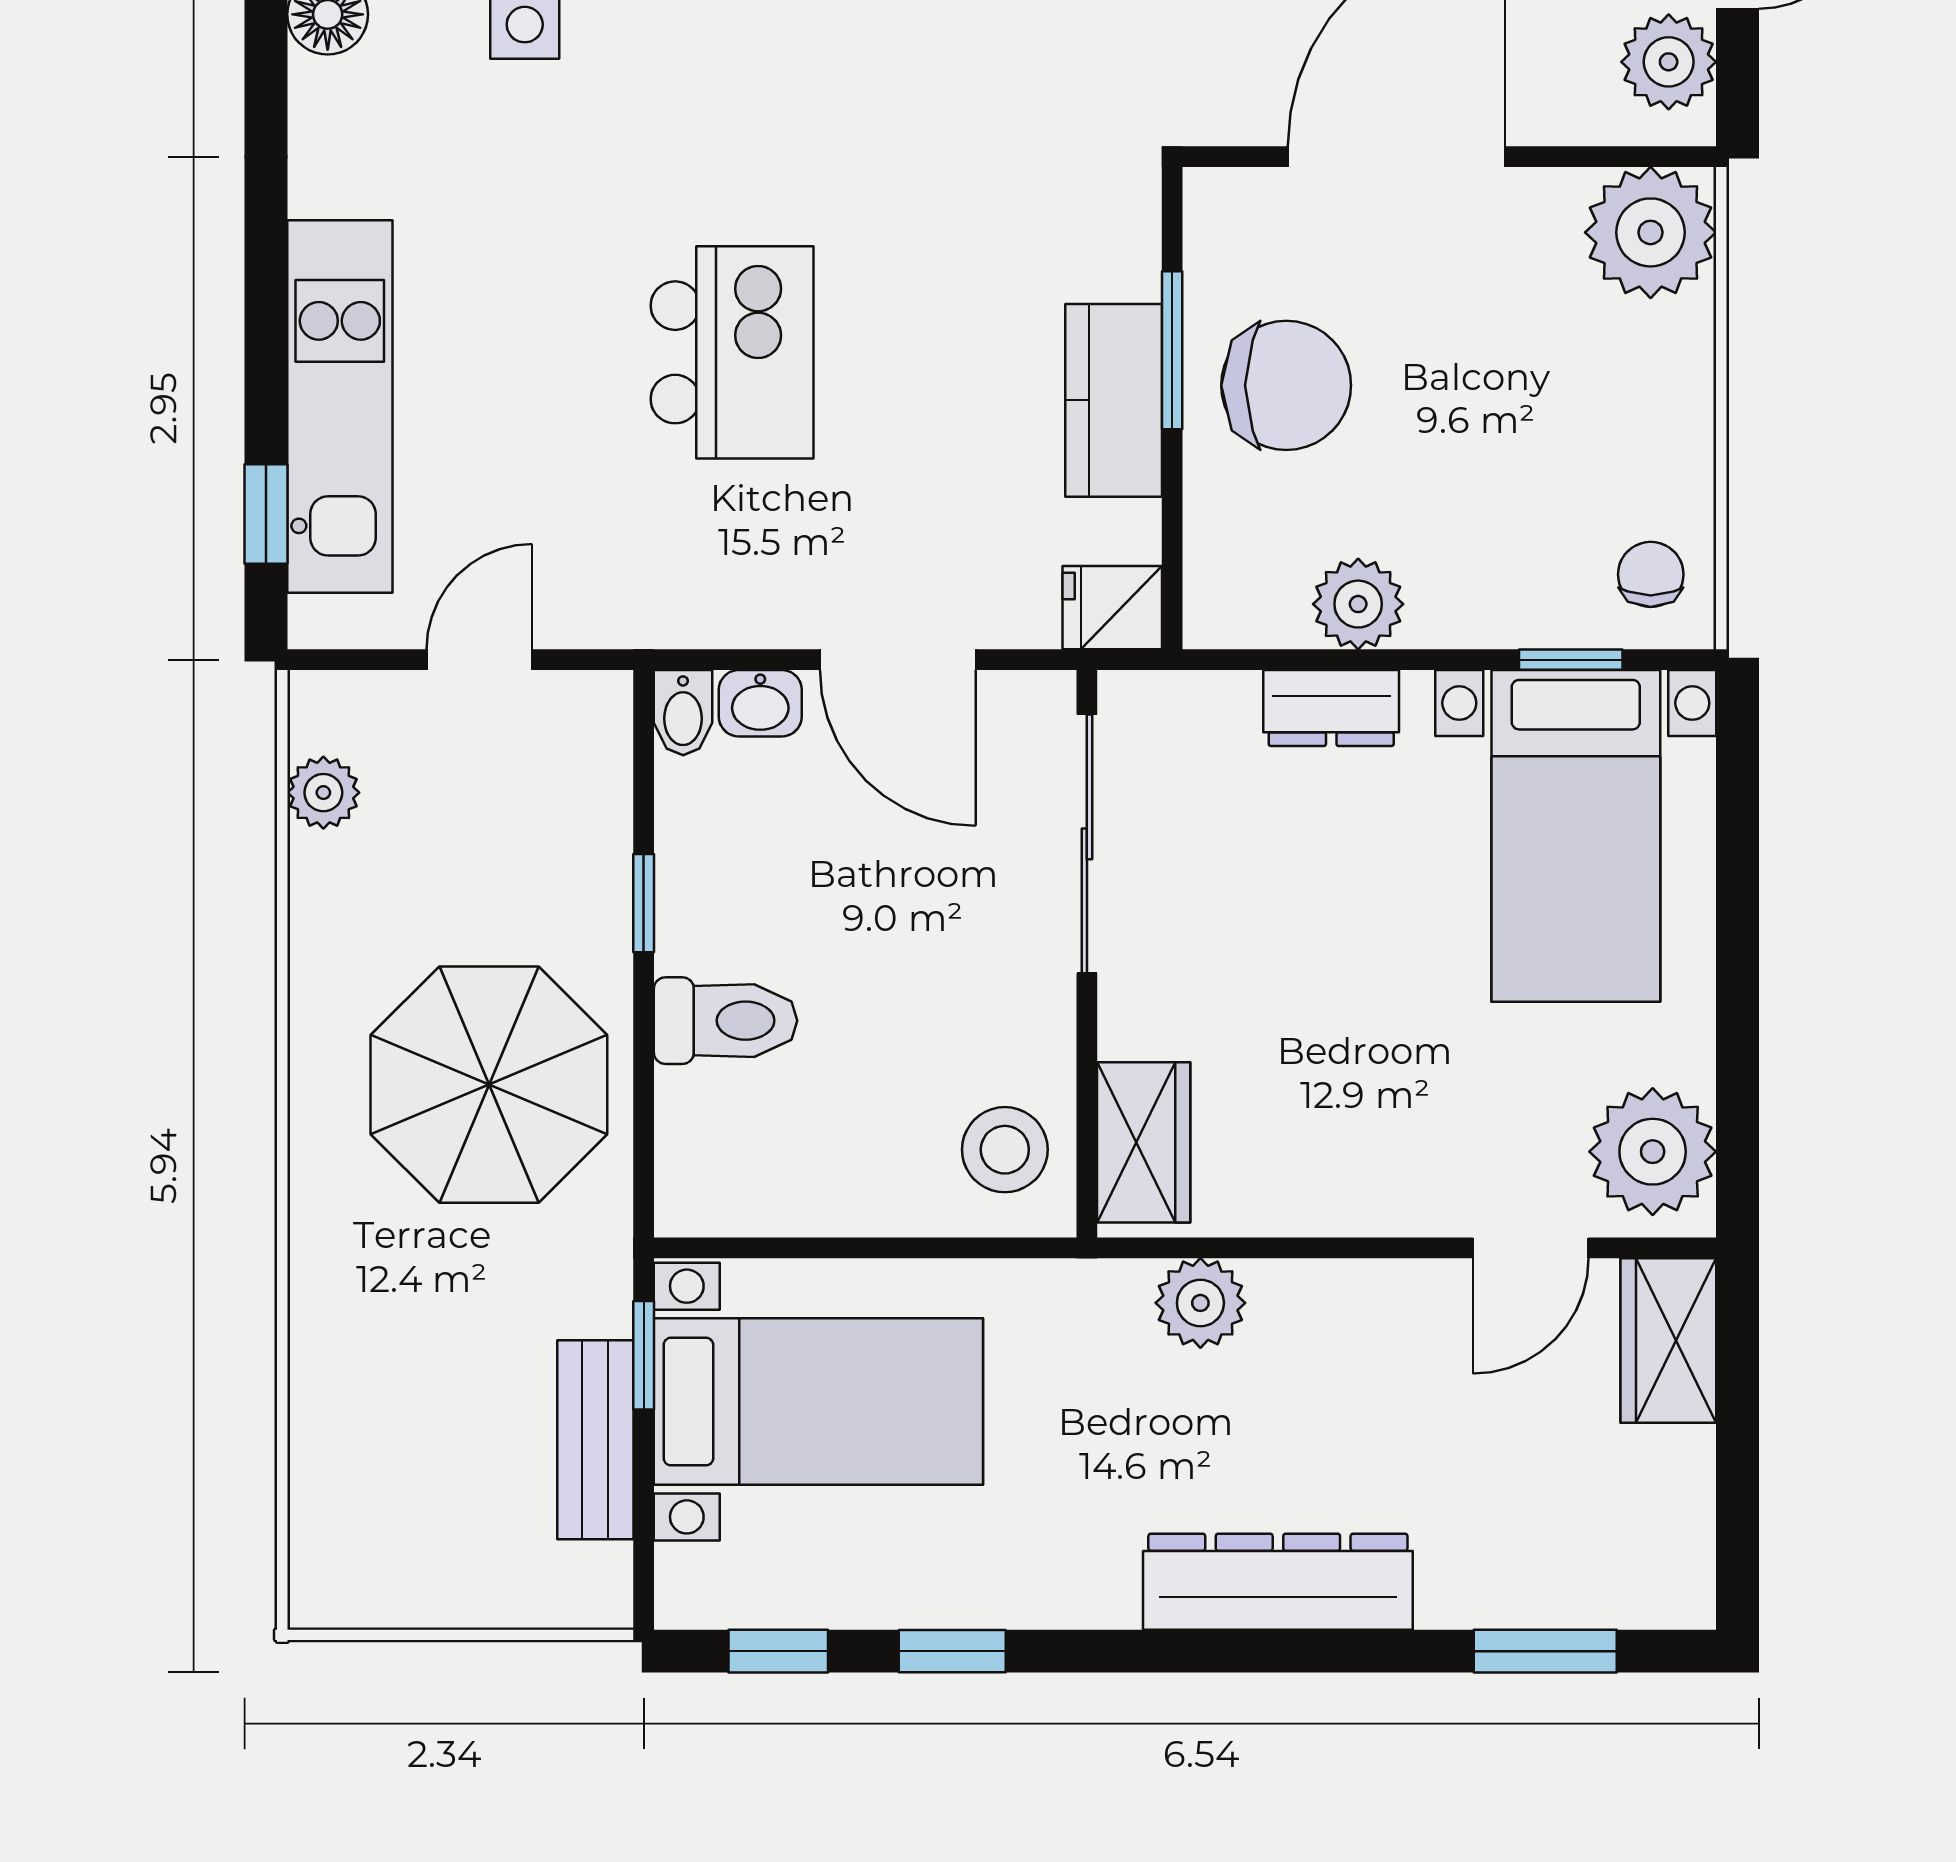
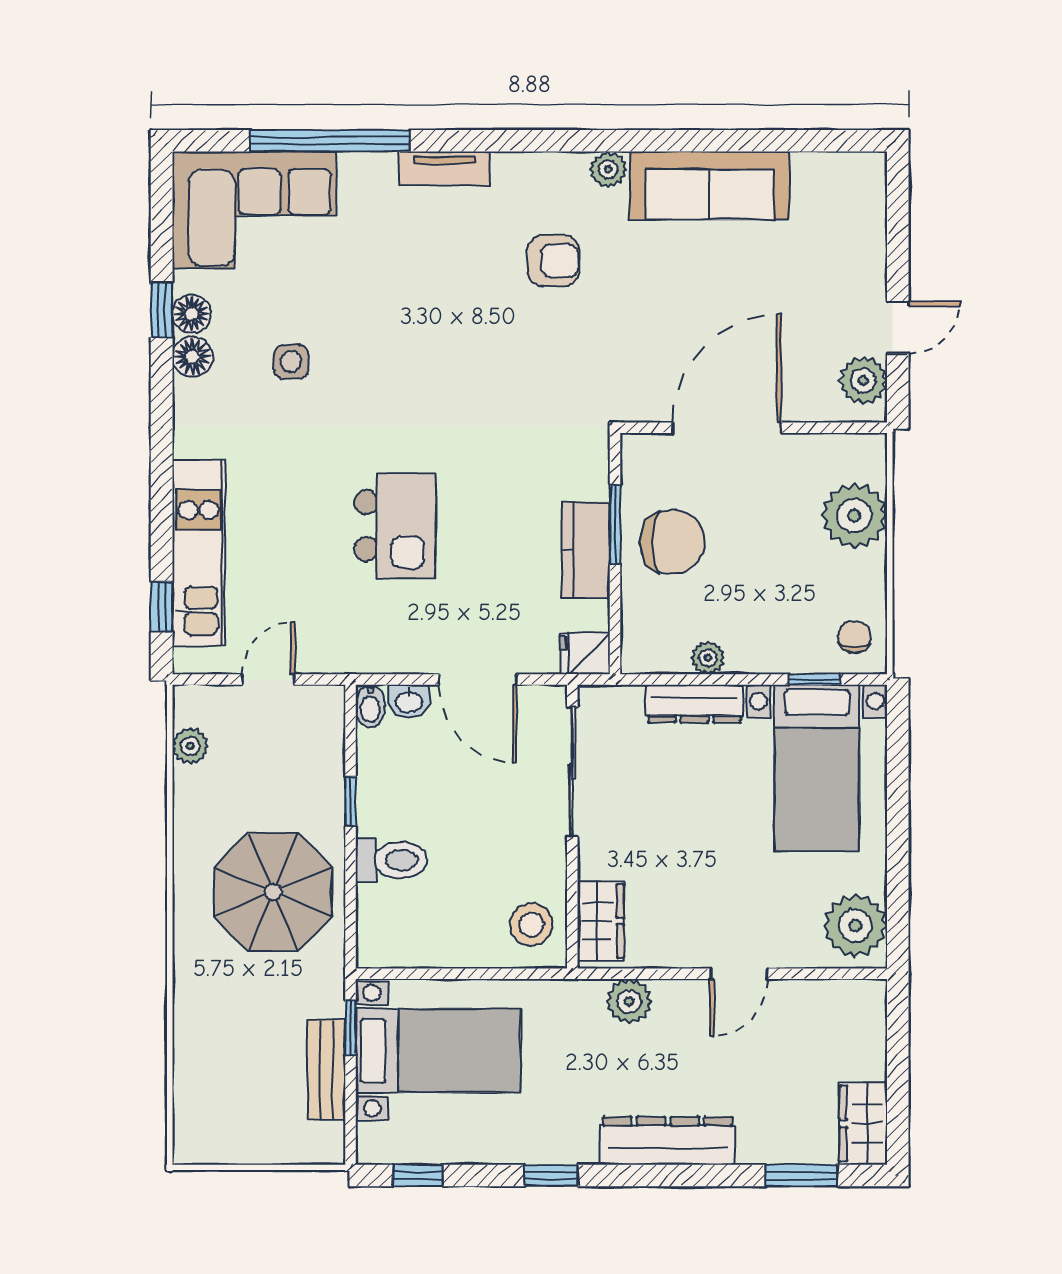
plant: (1651, 232) -> (854, 516), moved
plant: (1358, 604) -> (708, 658), width x0.73, depth x0.73
dresser: (1331, 708) -> (695, 704), width x1.44
door: (1531, 1248) -> (739, 974), moved
wardrobe: (1668, 1340) -> (863, 1124), moved
window: (952, 1651) -> (551, 1176), moved

